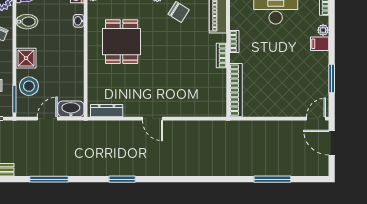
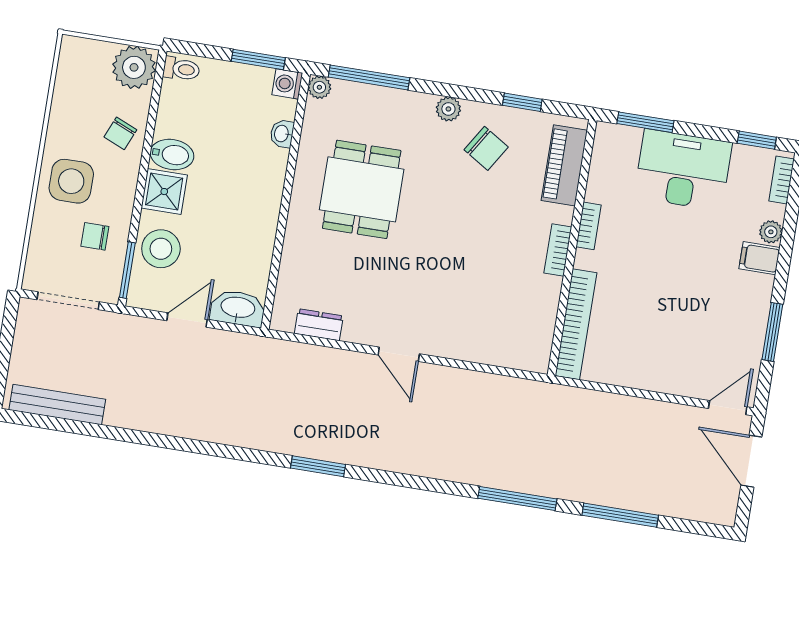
bidet: (27, 22) -> (172, 155), moved
dresser: (107, 111) -> (319, 325), width x0.70
window: (49, 179) -> (517, 499), moved

